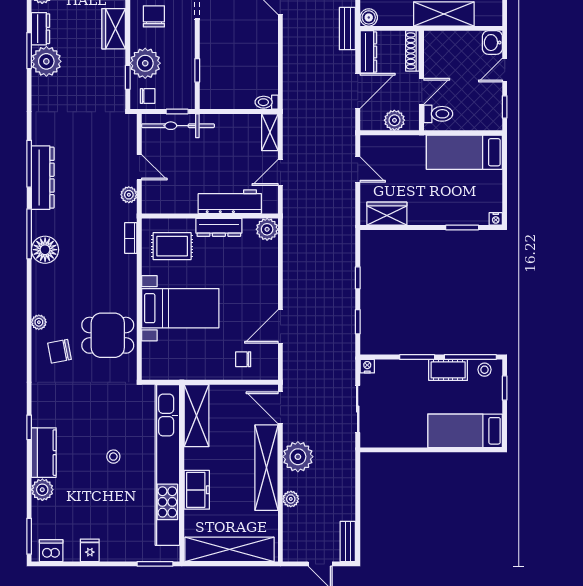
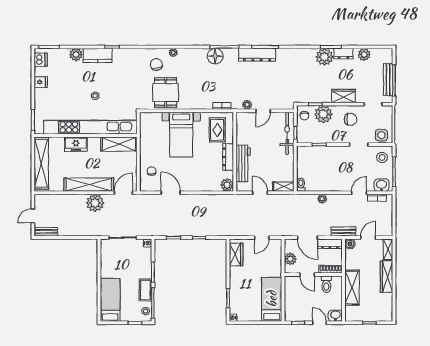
toilet: (438, 114) -> (326, 284), moved
plant: (291, 499) -> (322, 199), moved

